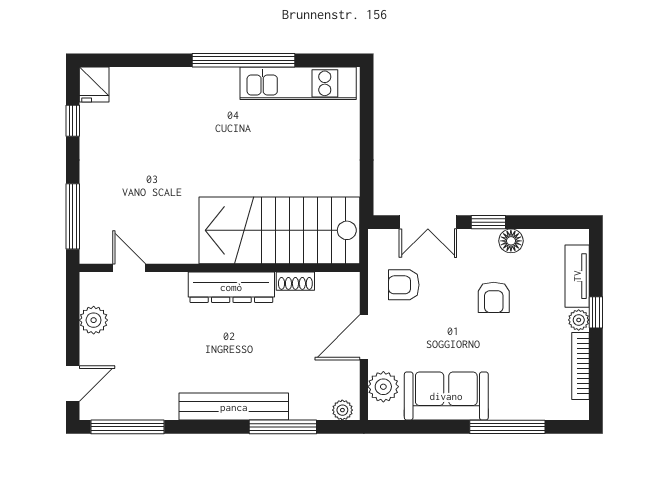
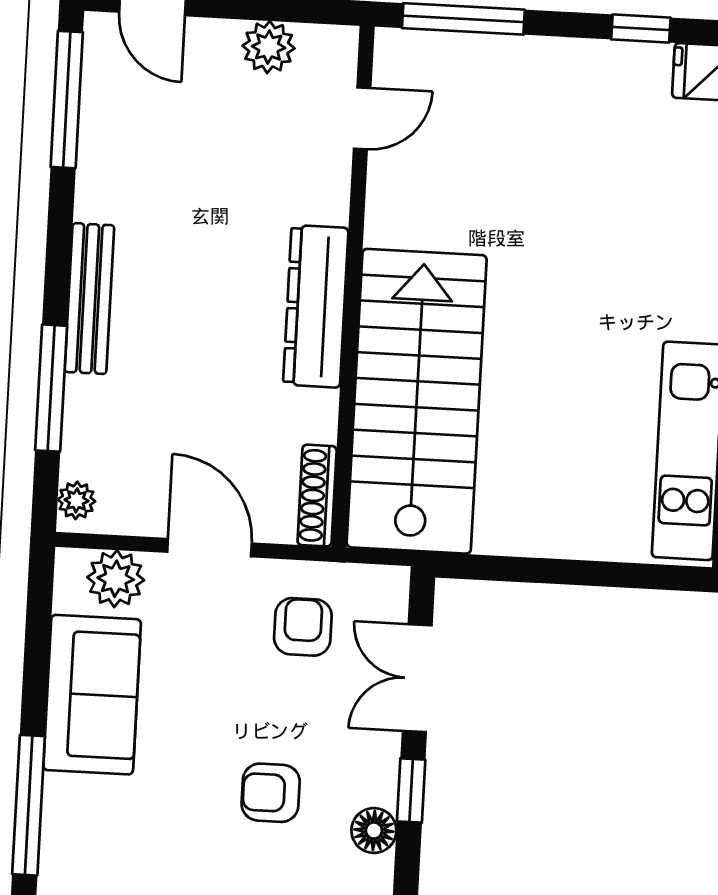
shoe rack: (295, 281) -> (317, 496), moved, width x1.43
bench: (234, 407) -> (89, 299), width x0.73, depth x0.82

